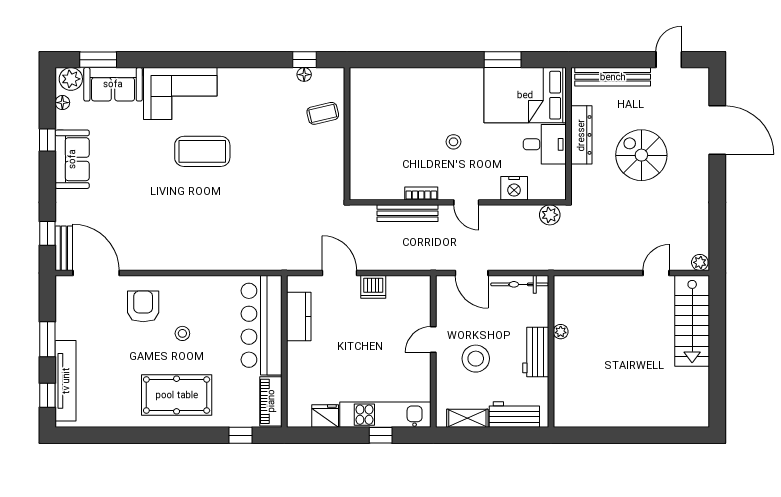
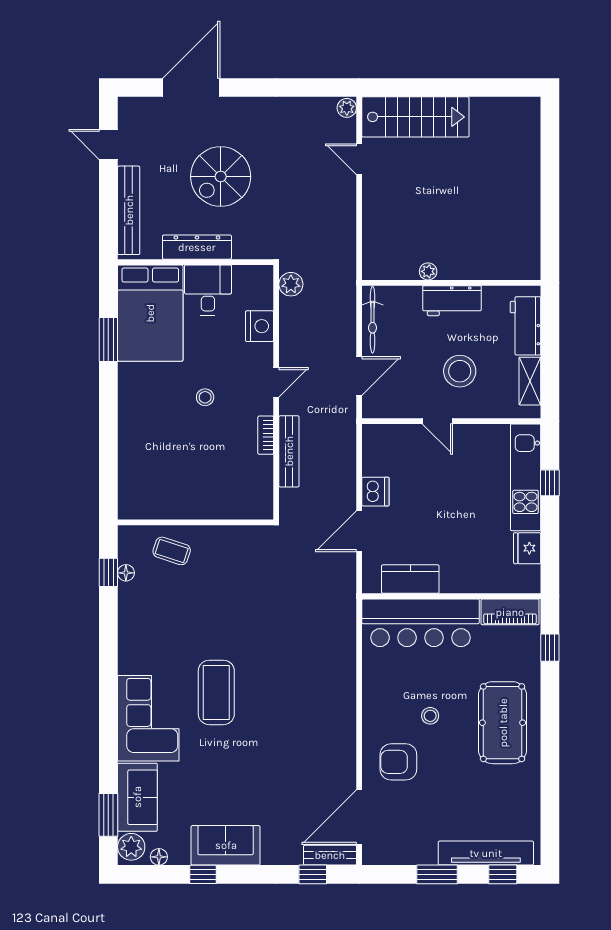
coffee table: (323, 113) -> (172, 551), turned -59

